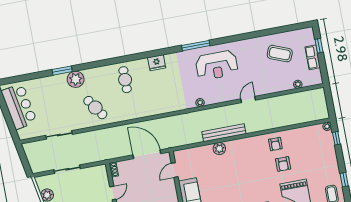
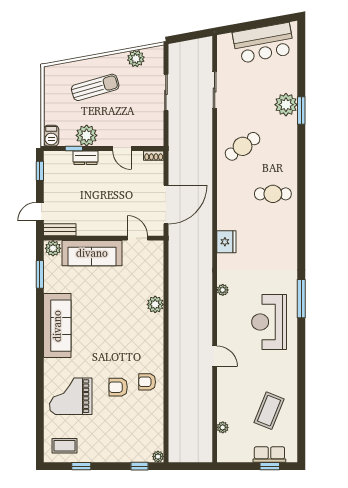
row of seats: (313, 57) -> (269, 454), moved
fridge: (157, 63) -> (226, 242), moved, turned 180
plant: (76, 79) -> (286, 105), moved
bench: (224, 133) -> (176, 315), removed

